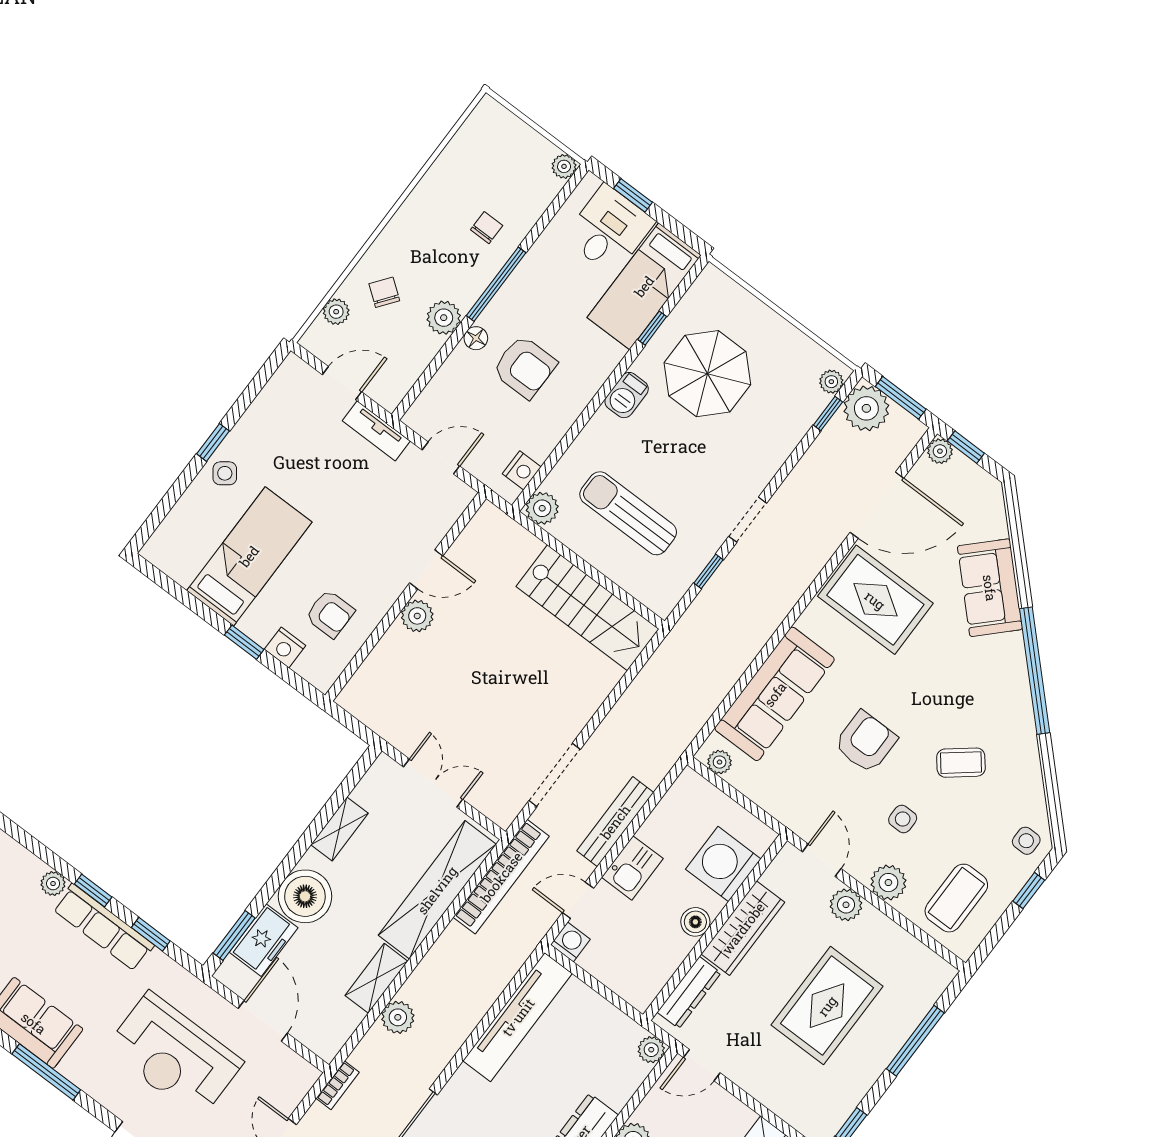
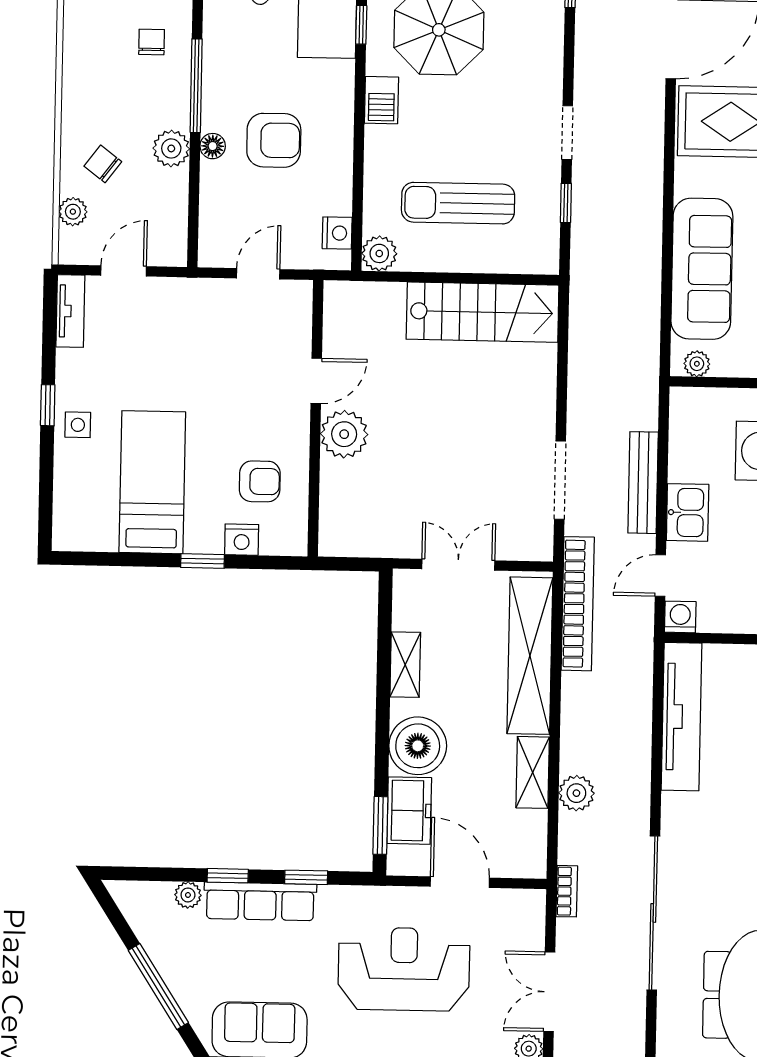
tv unit: (376, 431) -> (70, 311), moved, turned -90
side table: (225, 473) -> (78, 425), turned 37
plant: (417, 616) -> (344, 434), width x1.36, depth x1.36
reception desk: (174, 1055) -> (404, 969), turned 180

